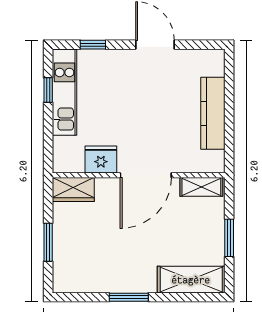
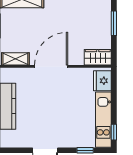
window: (48, 90) -> (114, 132), moved
fridge: (101, 159) -> (102, 81), moved, turned 90

